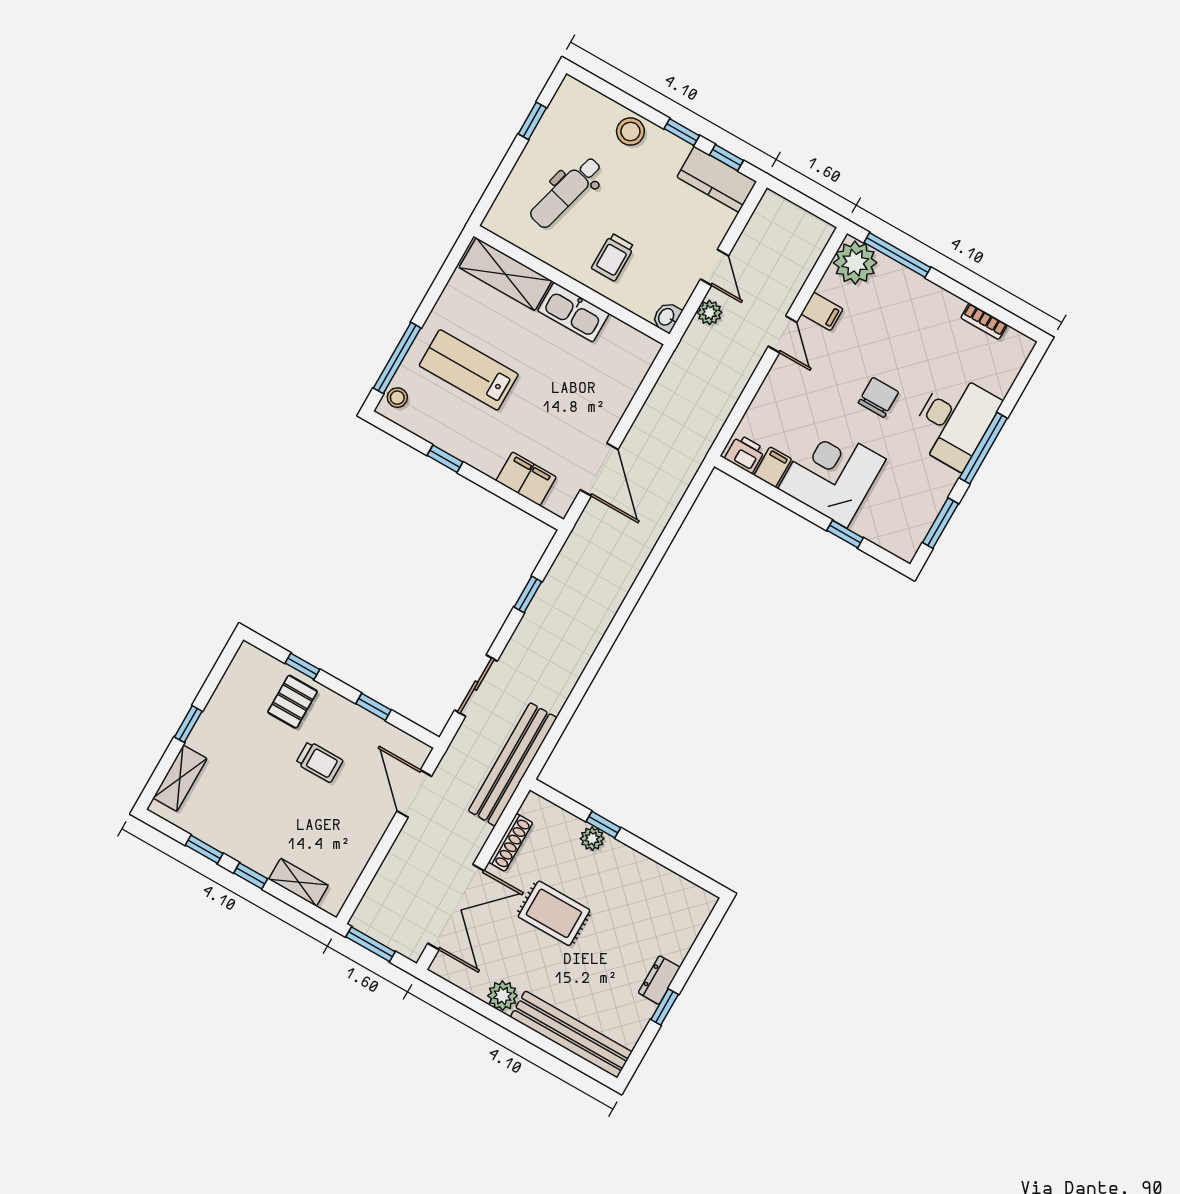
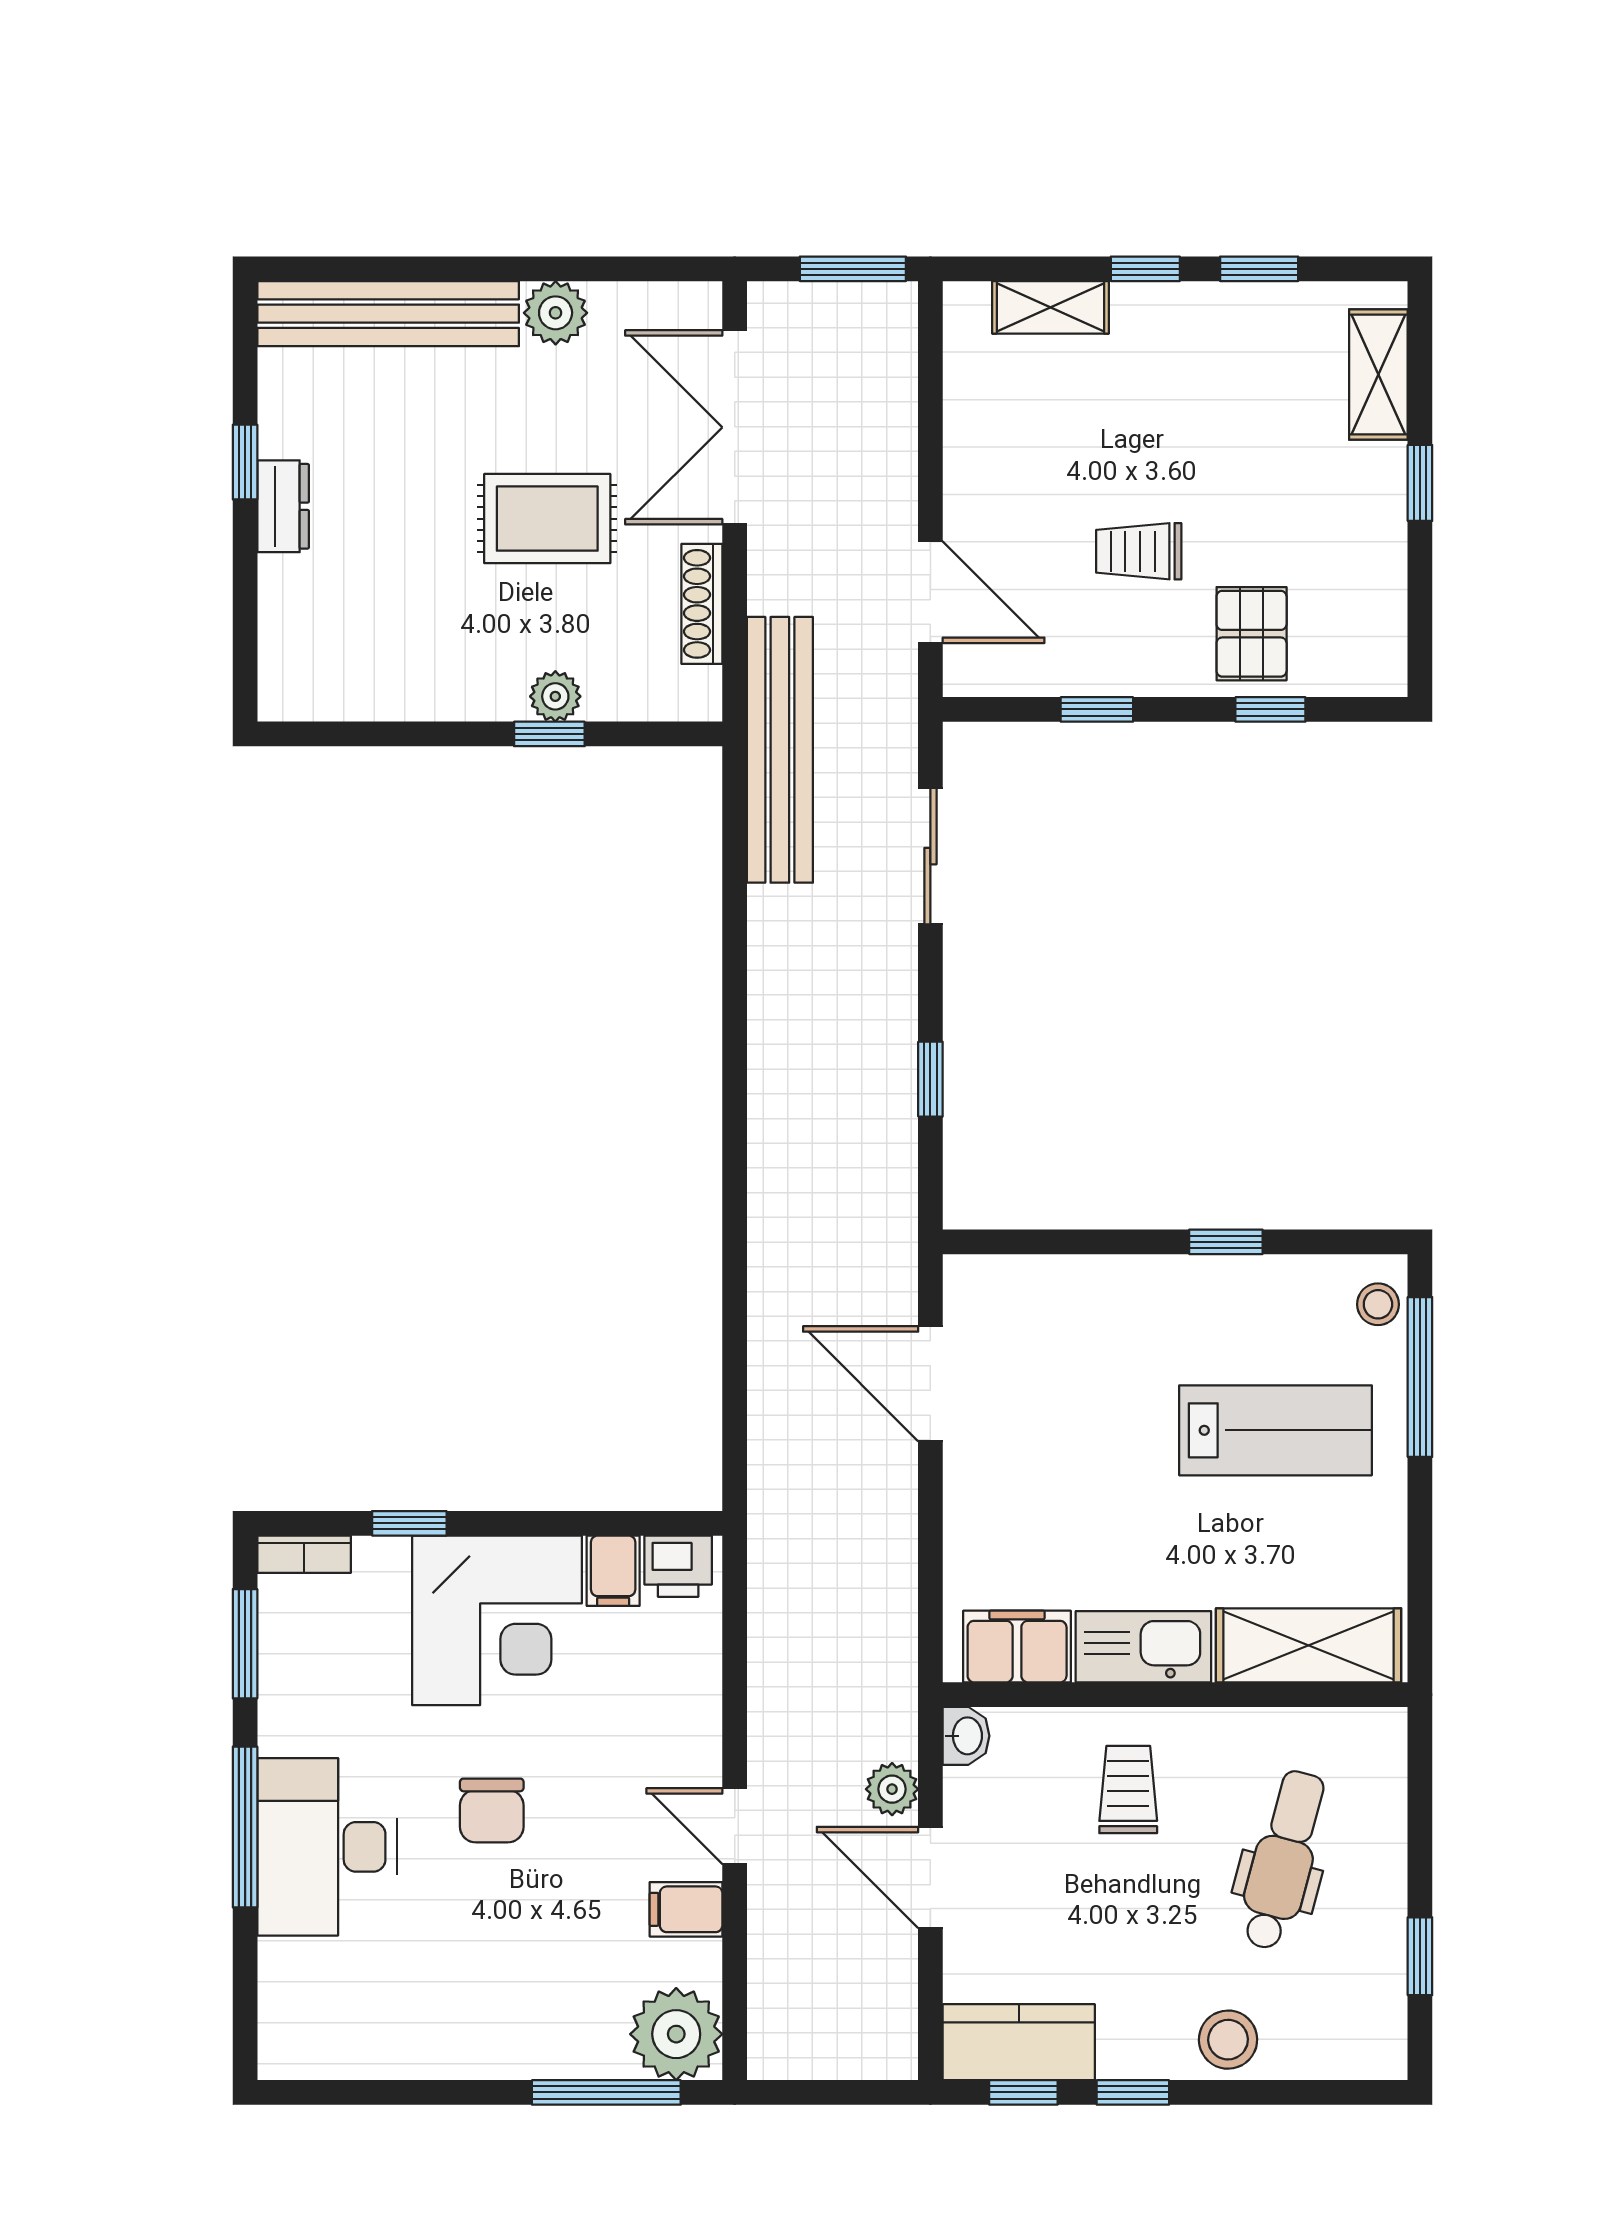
door: (714, 267) -> (930, 1878), width x1.38
bookcase: (984, 321) -> (304, 1554), moved, turned 180
filing cabinet: (526, 479) -> (1017, 1647), moved, turned 180

